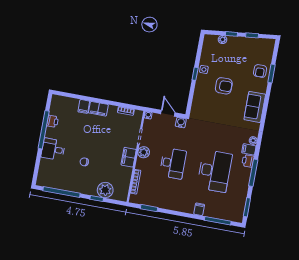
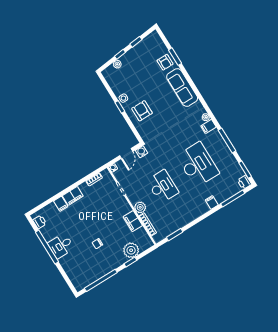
armchair: (224, 86) -> (142, 111), moved, turned -90
sofa: (255, 107) -> (182, 88), width x1.36
door: (168, 113) -> (126, 153), swing flipped
printer: (53, 121) -> (40, 222), moved
desk: (53, 149) -> (61, 246), moved
plant: (144, 152) -> (140, 207), moved
filing cabinet: (129, 157) -> (133, 221), moved
printer: (248, 161) -> (244, 182), moved

